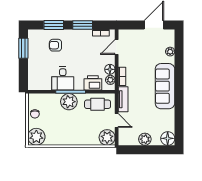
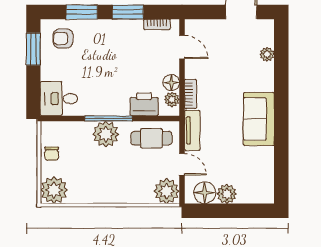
armchair: (55, 45) -> (63, 38), moved
door: (117, 47) -> (182, 47), swing flipped
desk: (63, 79) -> (59, 99), moved, turned 90
sofa: (165, 86) -> (259, 119), width x0.73
floor lamp: (168, 138) -> (205, 193), moved

